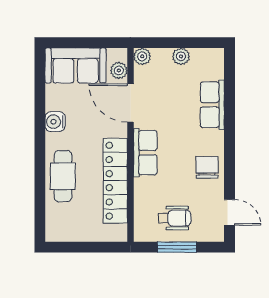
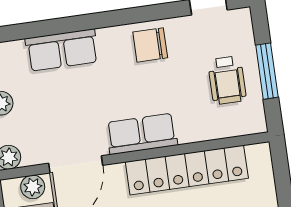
wheelchair: (175, 218) -> (227, 80), turned 180

